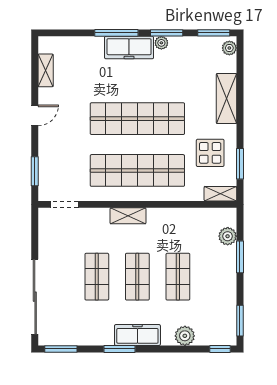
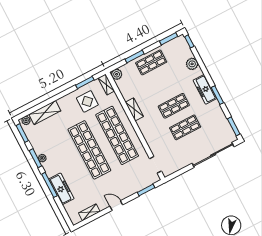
freezer: (129, 48) -> (61, 189), moved
shelving: (226, 99) -> (45, 113), moved
shelving: (128, 216) -> (134, 109), moved
plant: (228, 236) -> (117, 74), moved
shop shelf: (178, 277) -> (151, 62), moved

